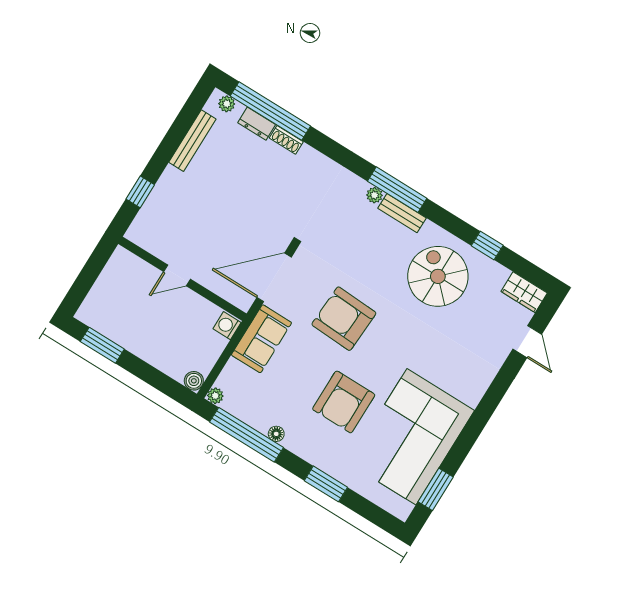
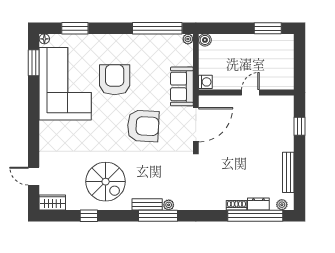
floor lamp: (276, 434) -> (44, 39), moved
window: (326, 484) -> (75, 28), moved

